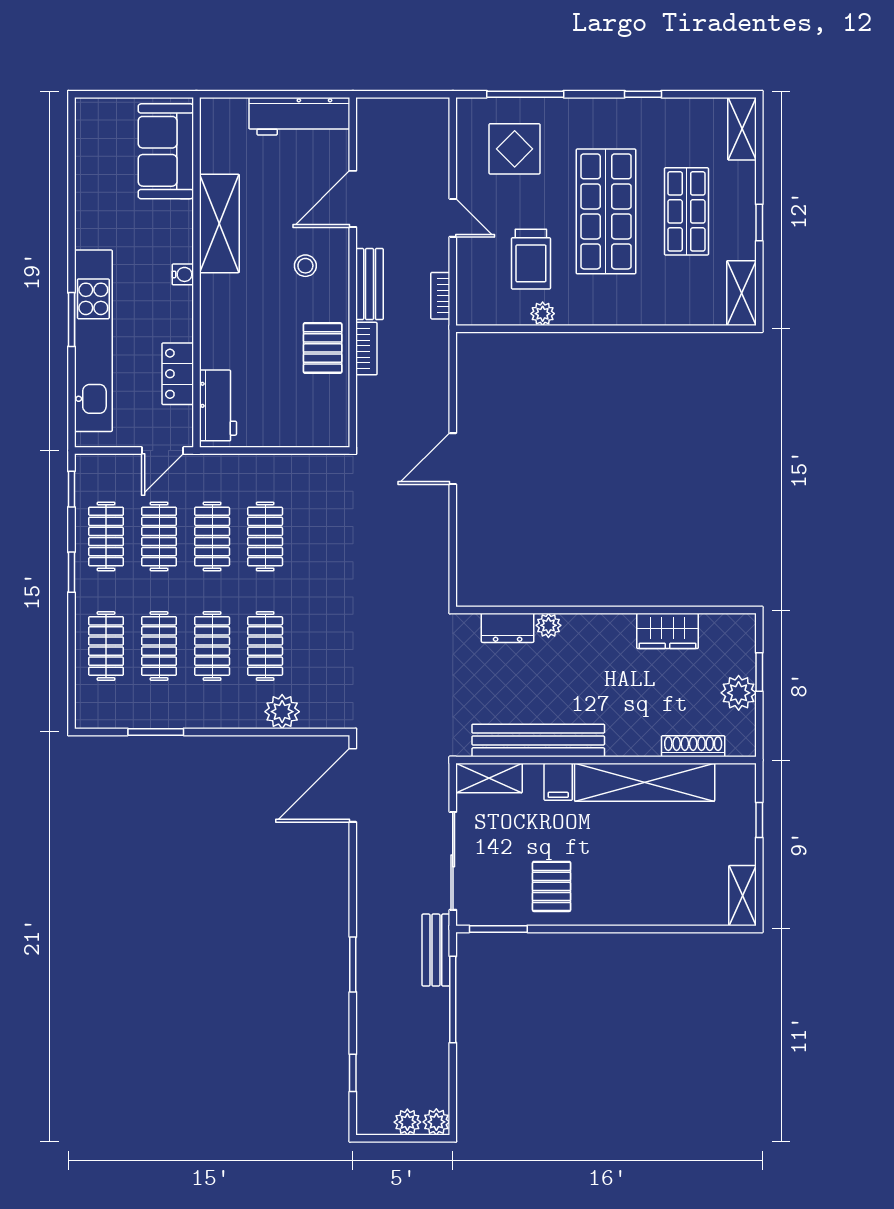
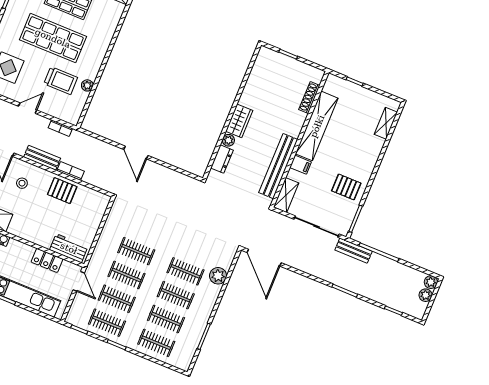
wardrobe: (667, 631) -> (239, 121), moved
plant: (739, 693) -> (294, 67), removed
shelving: (742, 896) -> (386, 123), moved, turned 90

